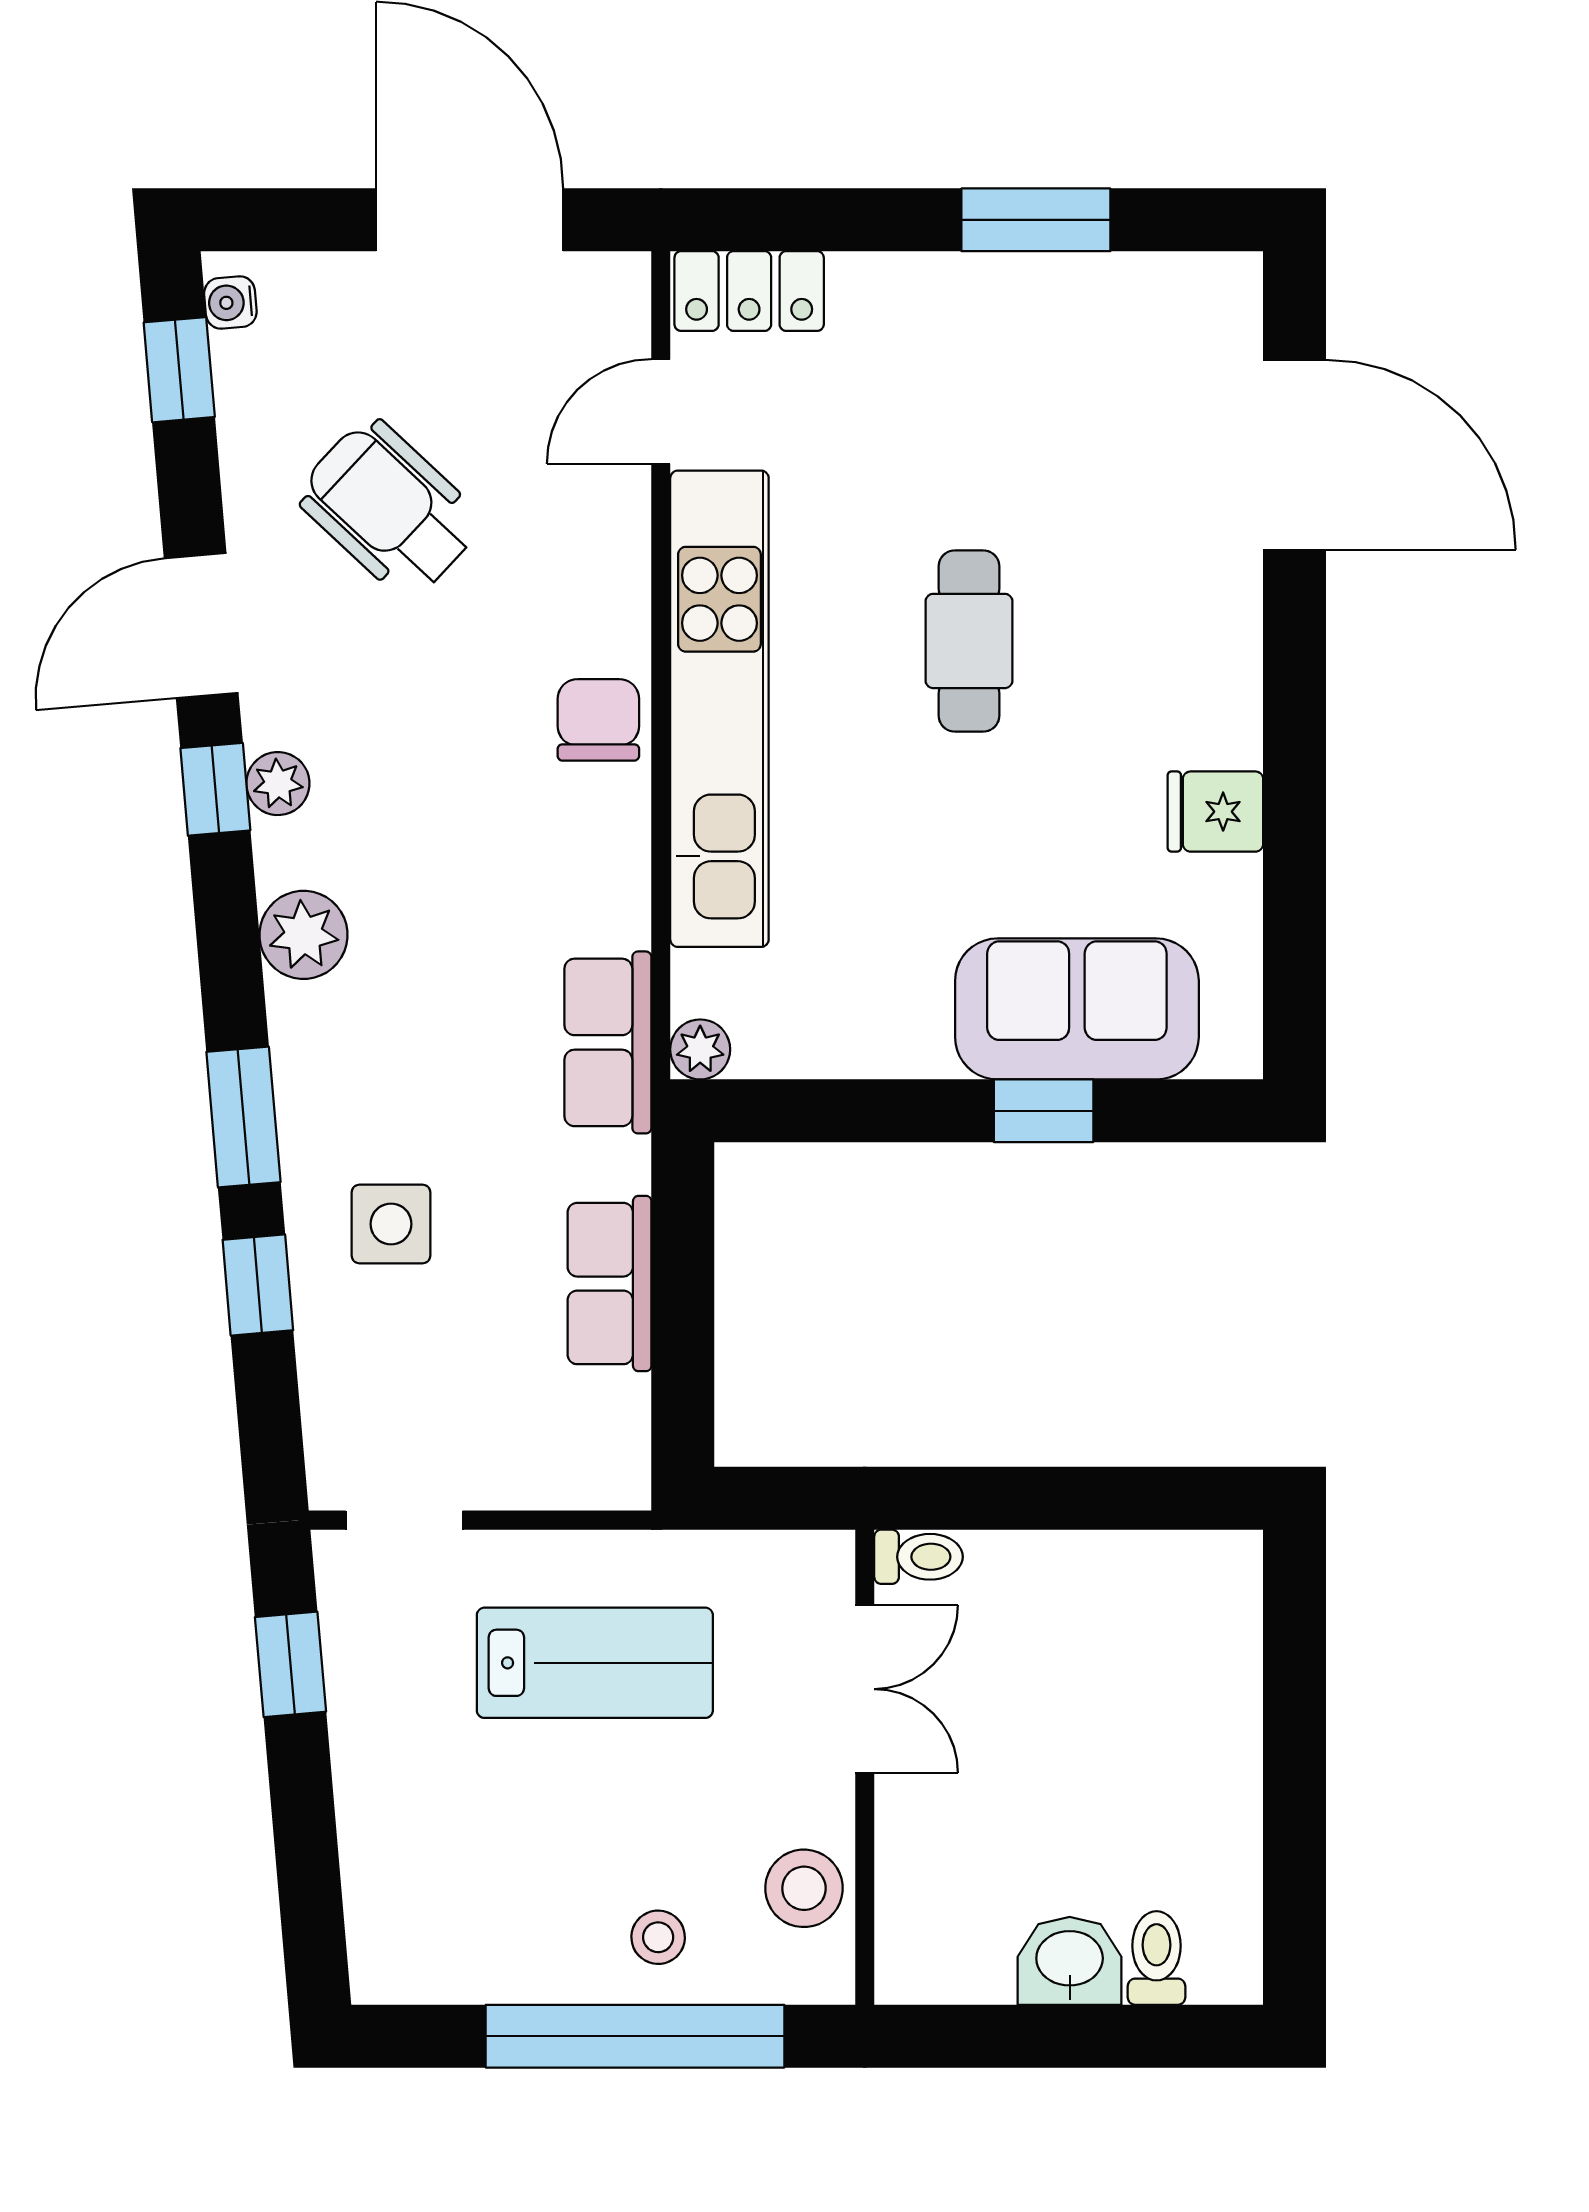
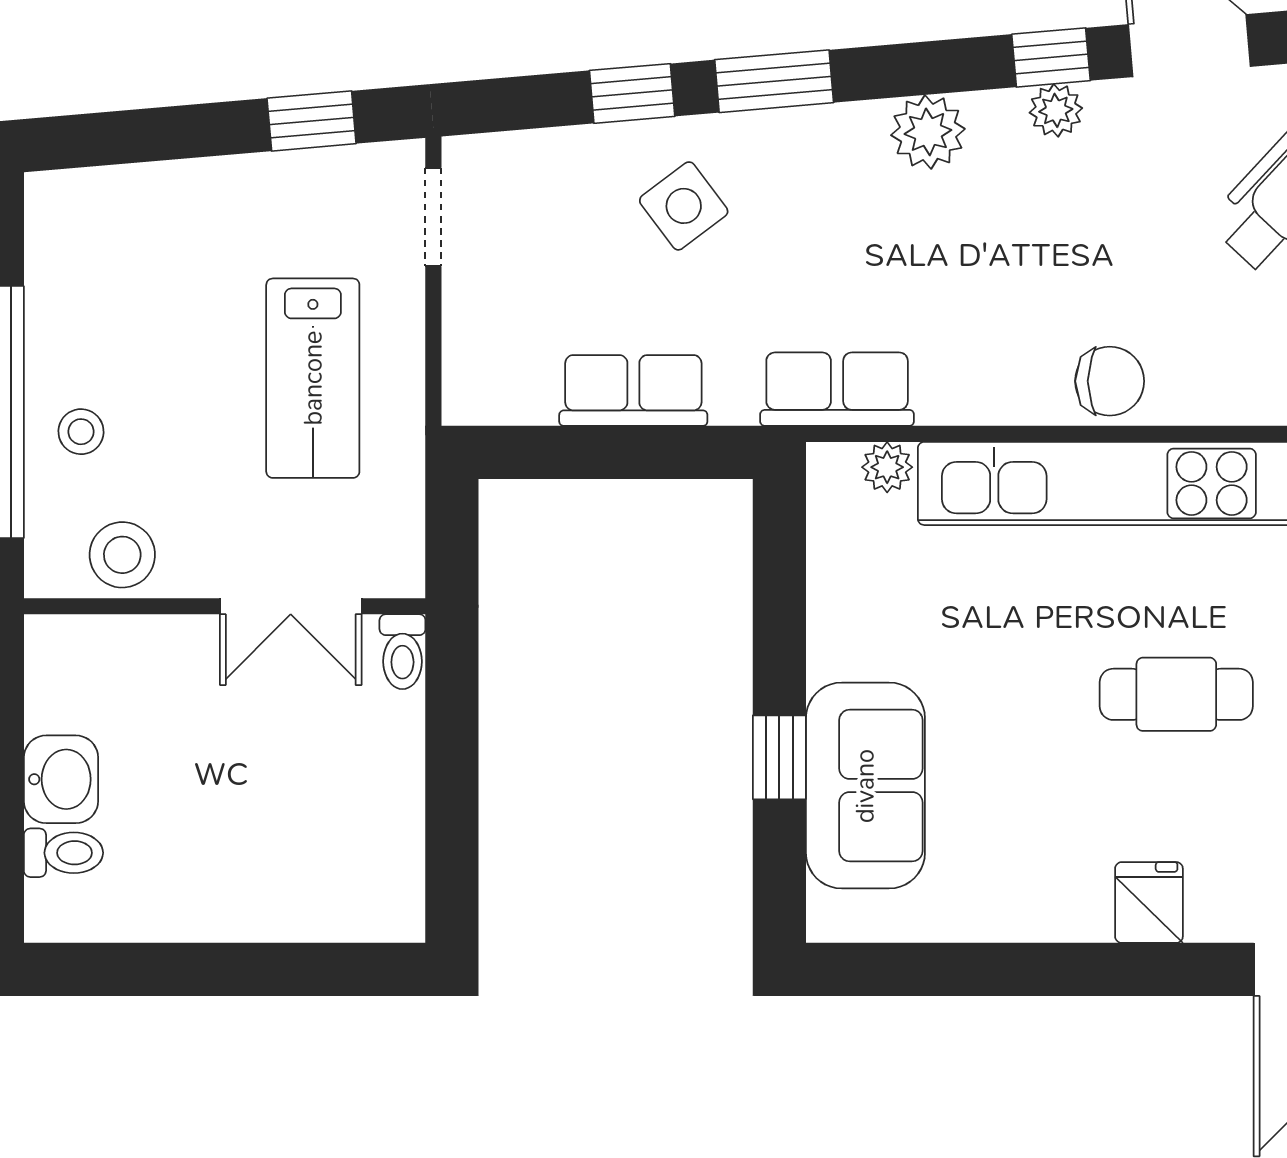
fridge: (1215, 812) -> (1149, 902), moved
plant: (700, 1049) -> (887, 467), moved
side table: (391, 1224) -> (684, 206), turned -37

